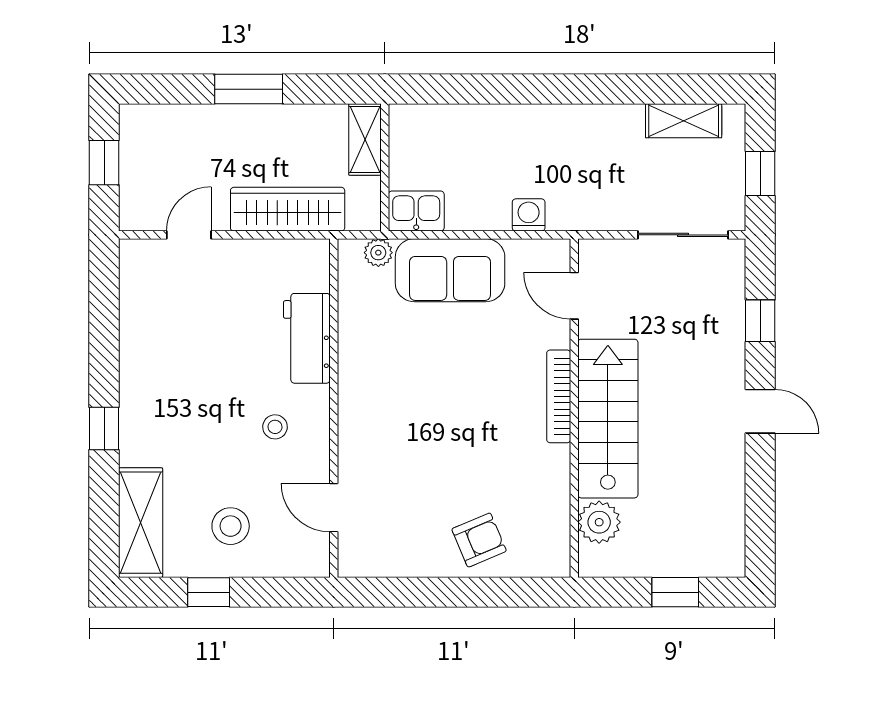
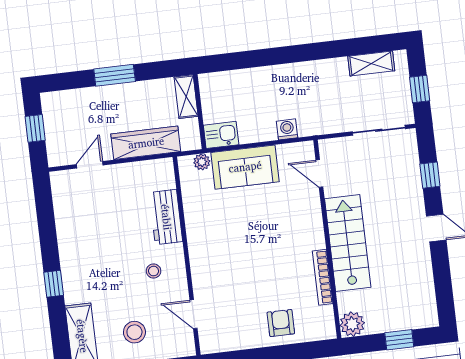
bookcase: (559, 396) -> (323, 277), moved
plant: (599, 522) -> (352, 324), moved
armchair: (479, 540) -> (281, 323), turned -67

